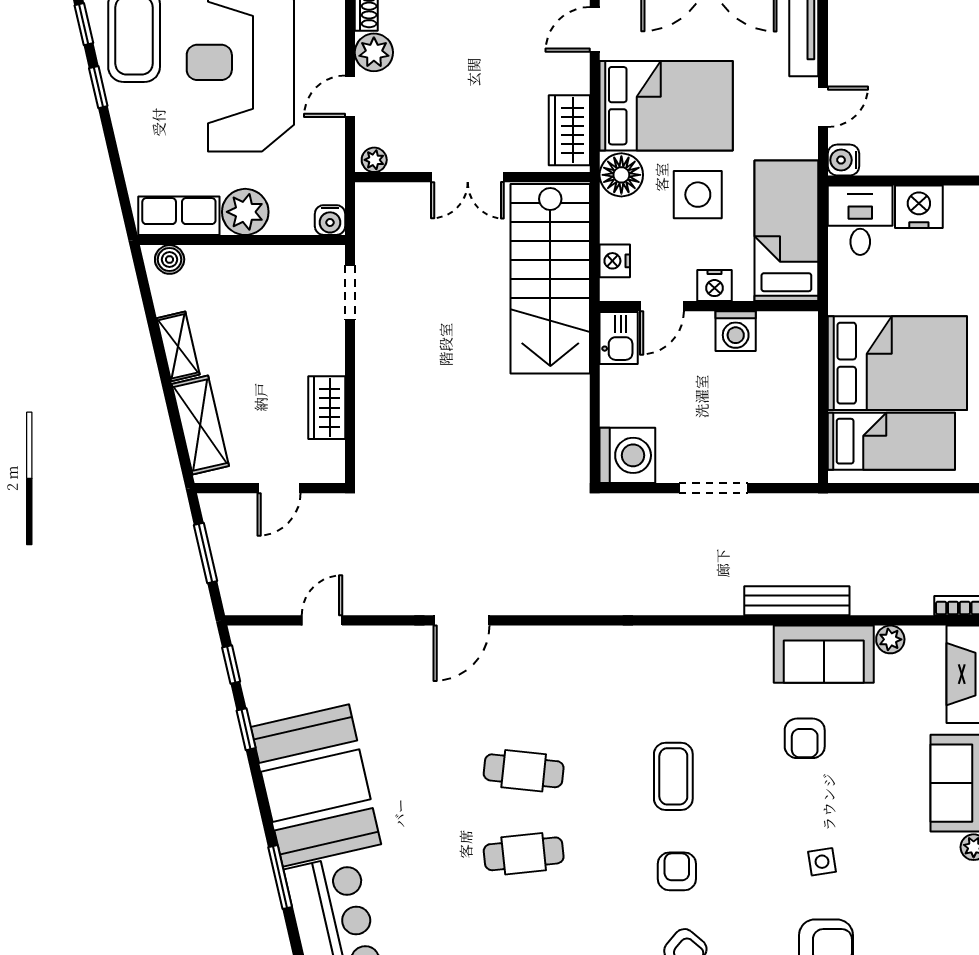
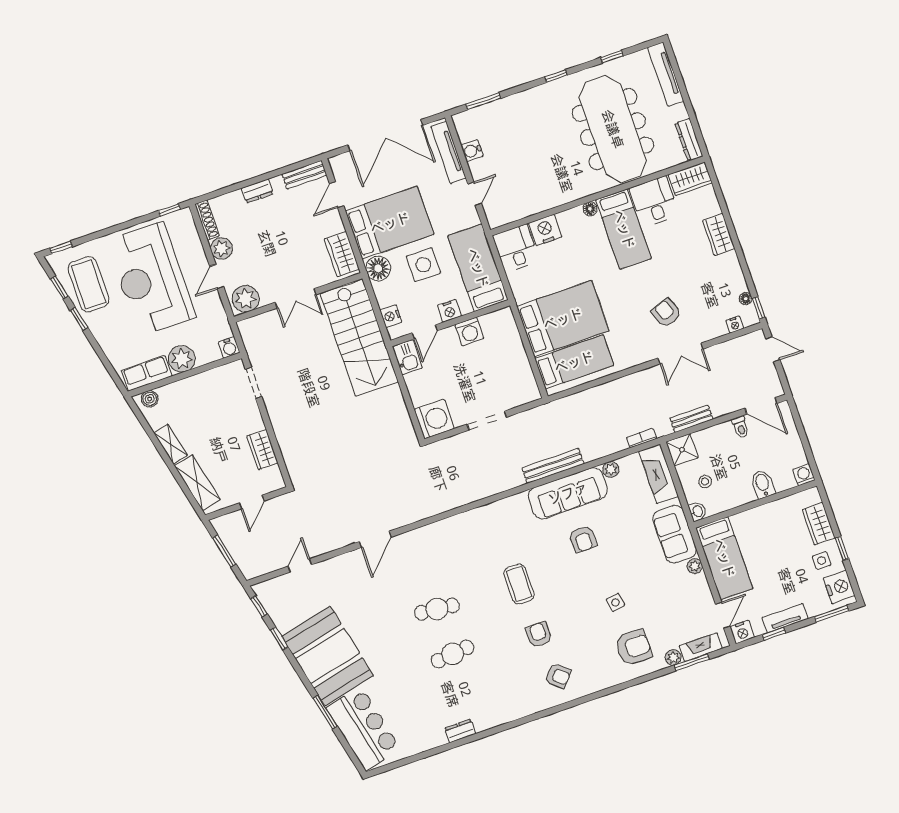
plant: (374, 160) -> (246, 299), width x1.87, depth x1.87
water cooler: (844, 160) -> (472, 151), moved
sofa: (824, 654) -> (568, 493), width x1.36

